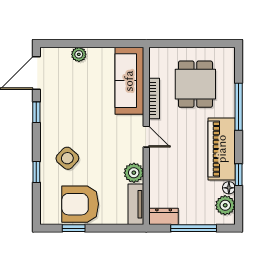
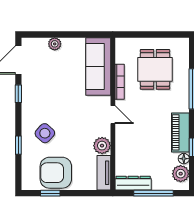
piano: (222, 149) -> (180, 132), width x0.73, depth x0.75
dresser: (164, 216) -> (133, 183), width x1.44

